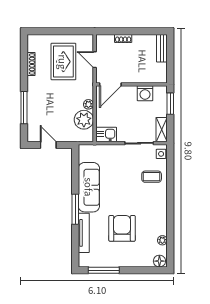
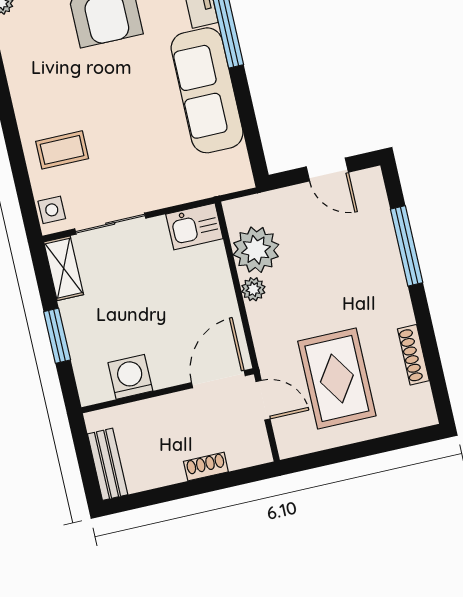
door: (110, 84) -> (218, 379), moved
wall: (131, 84) -> (168, 391), moved
washing machine: (145, 93) -> (130, 377), moved

